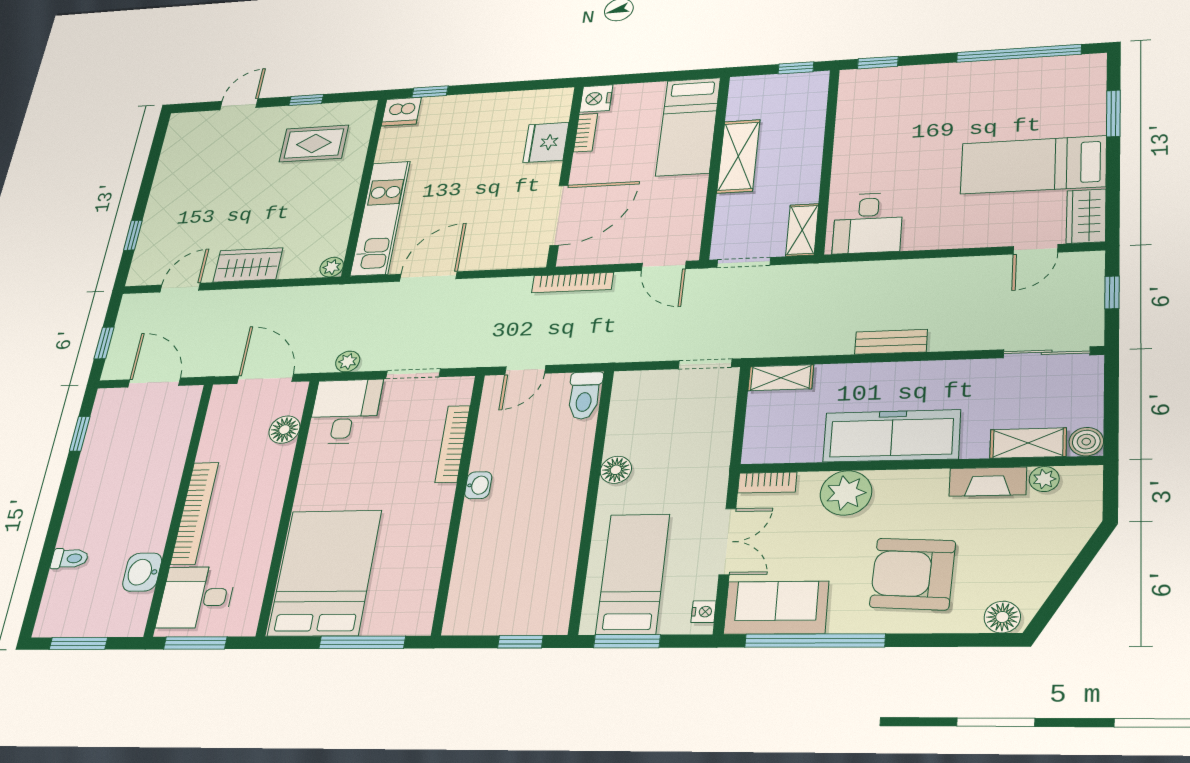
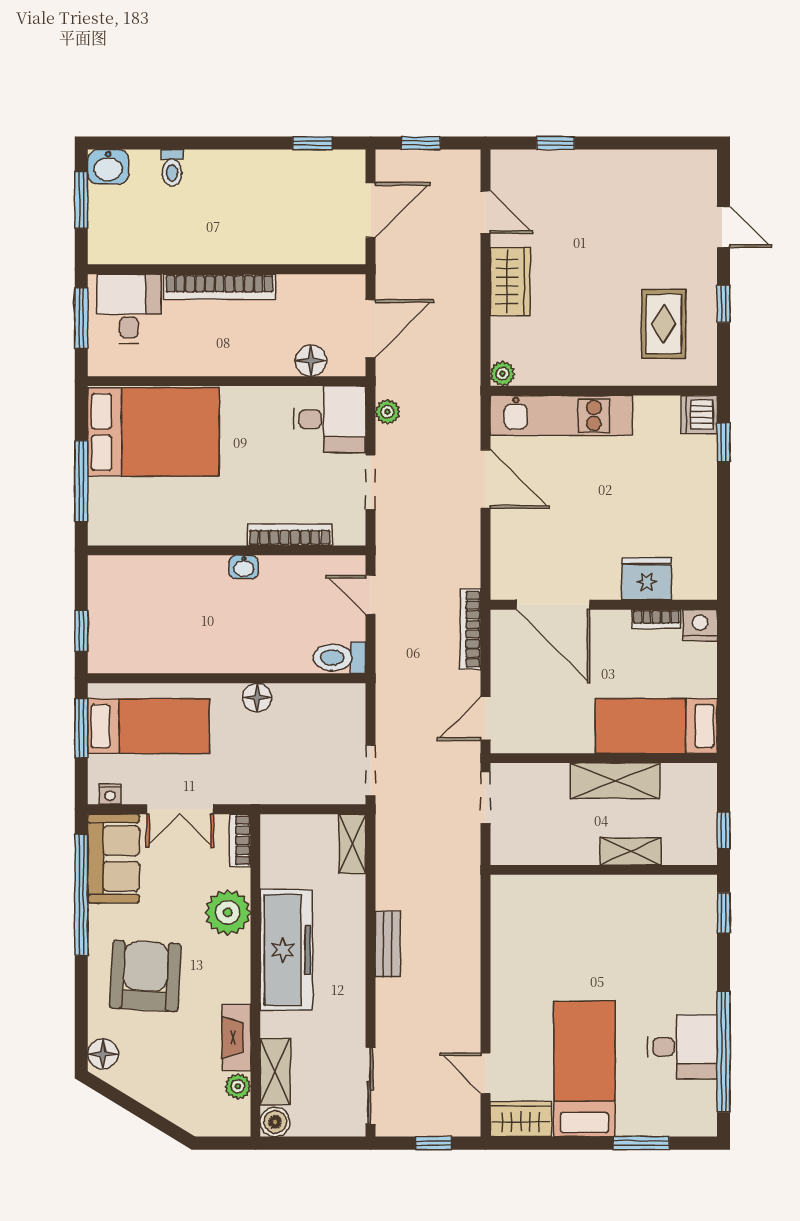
desk: (868, 223) -> (682, 1047), moved, turned 180
shelving: (802, 230) -> (631, 851), moved
washbasin: (142, 572) -> (108, 167), moved, turned 180

